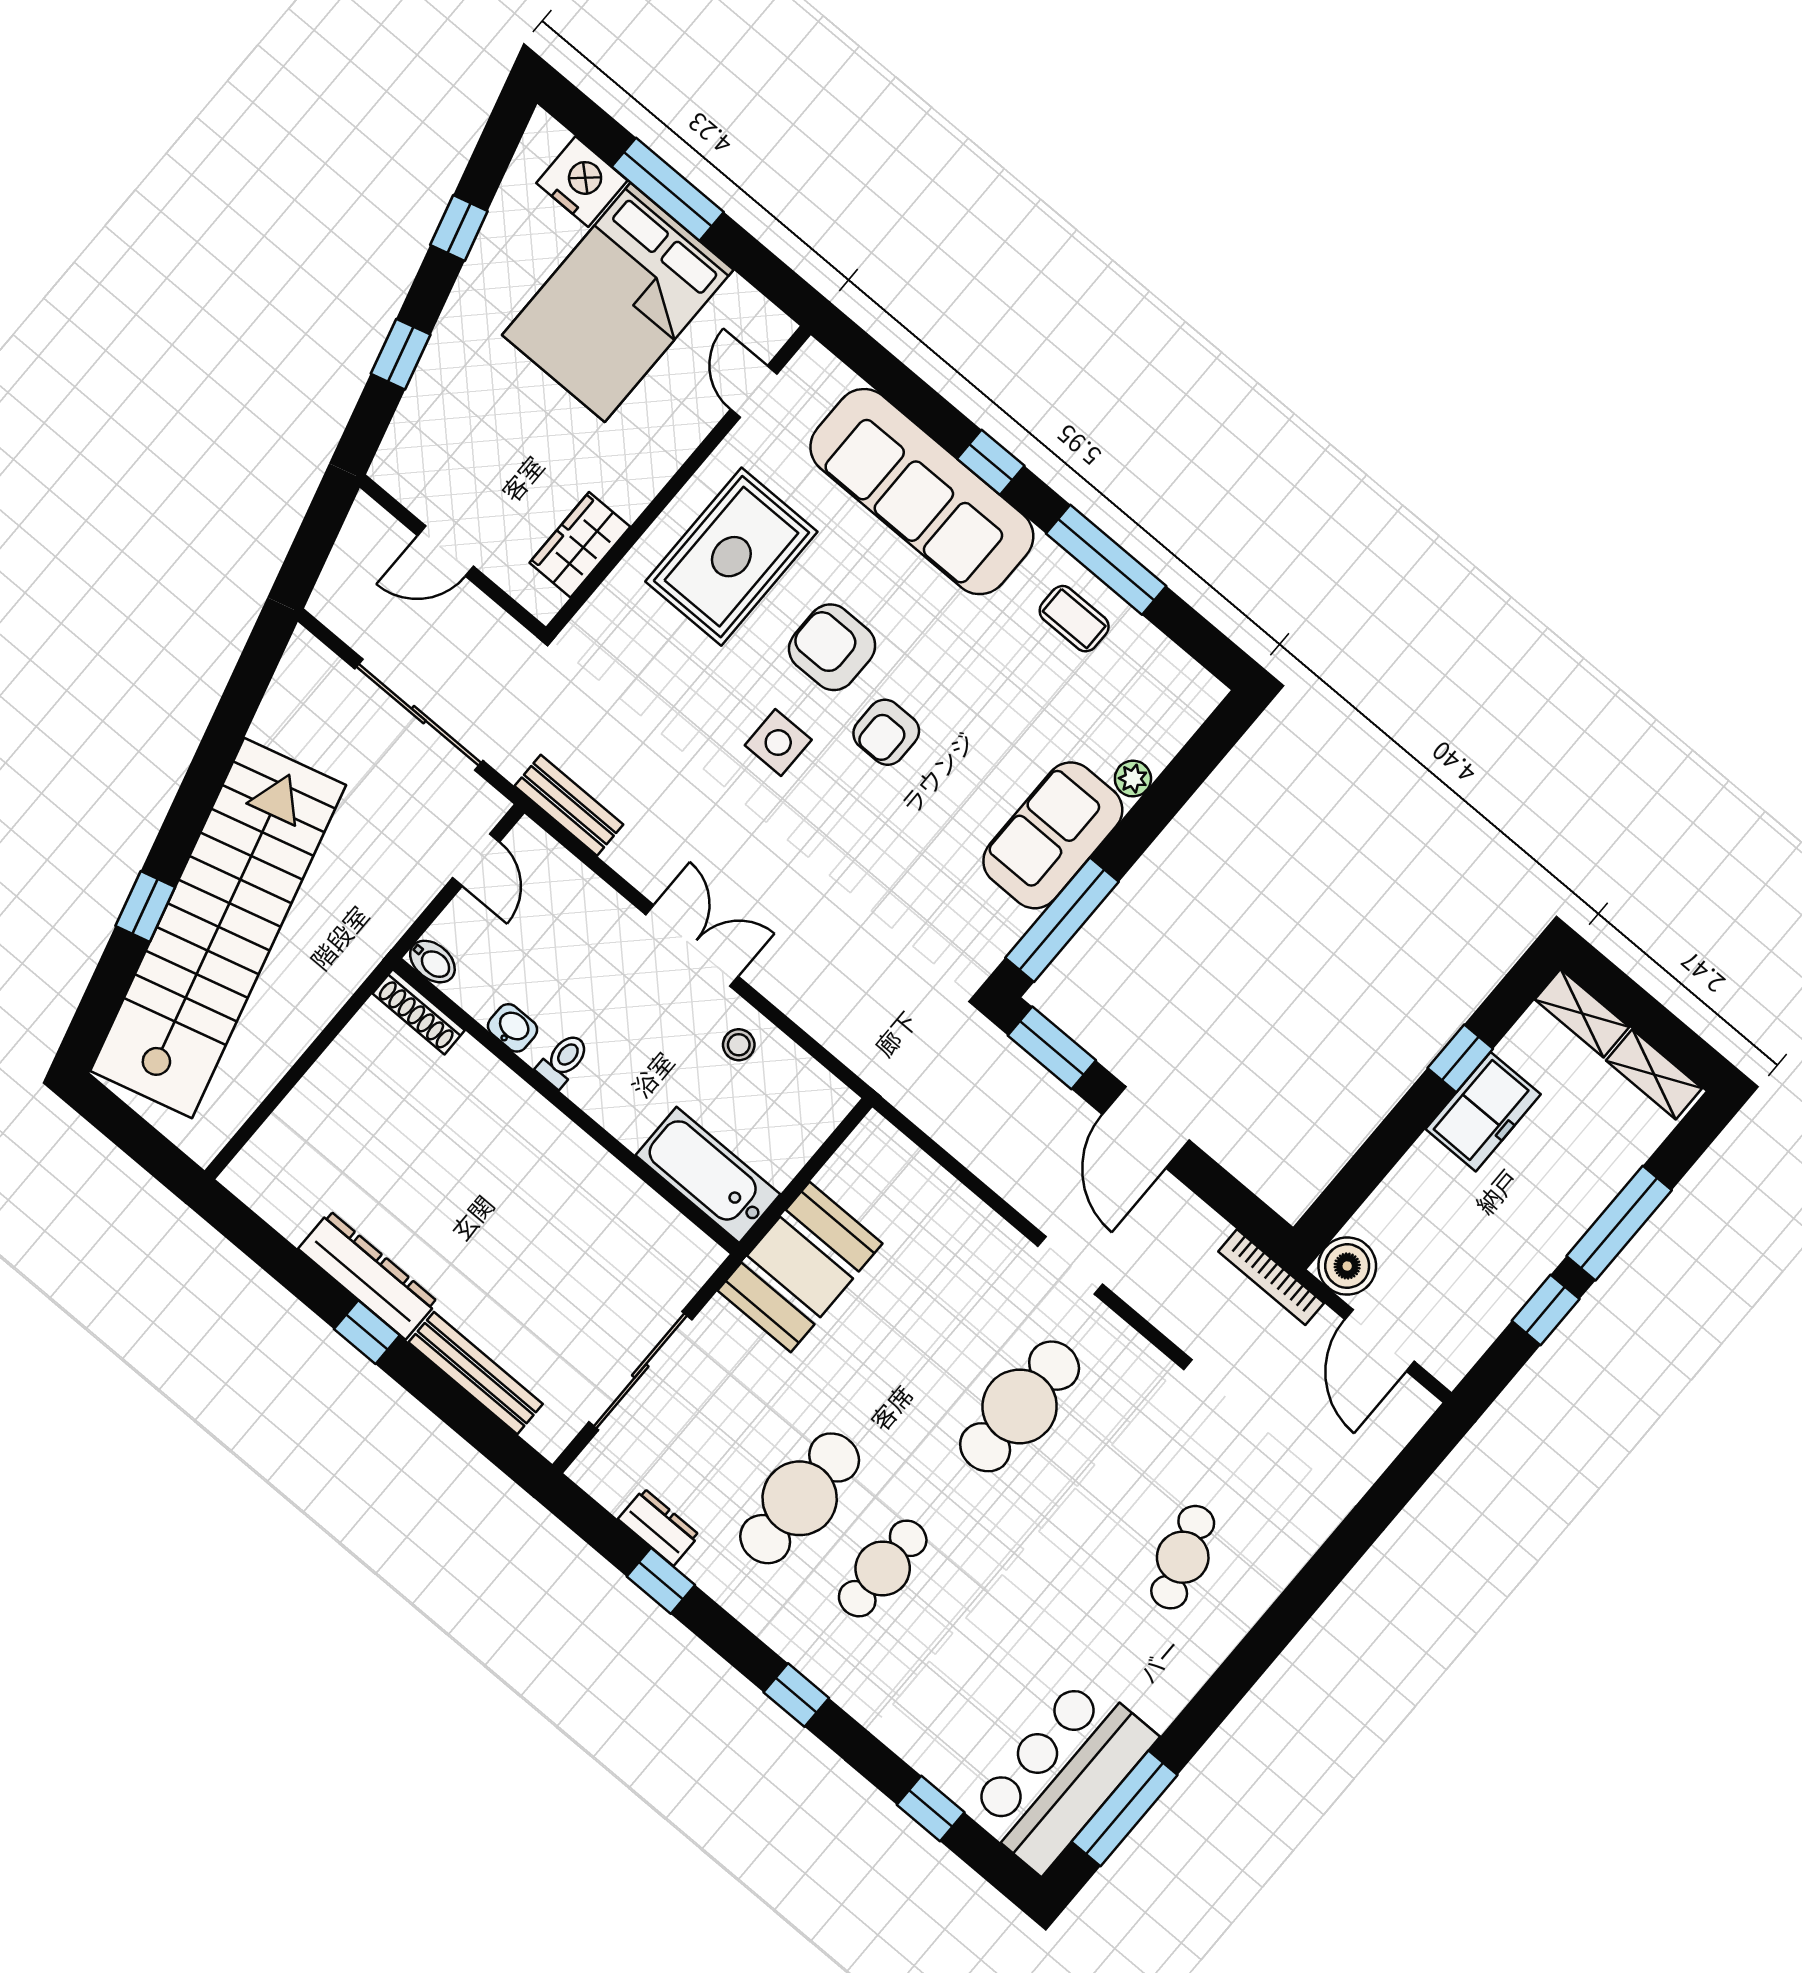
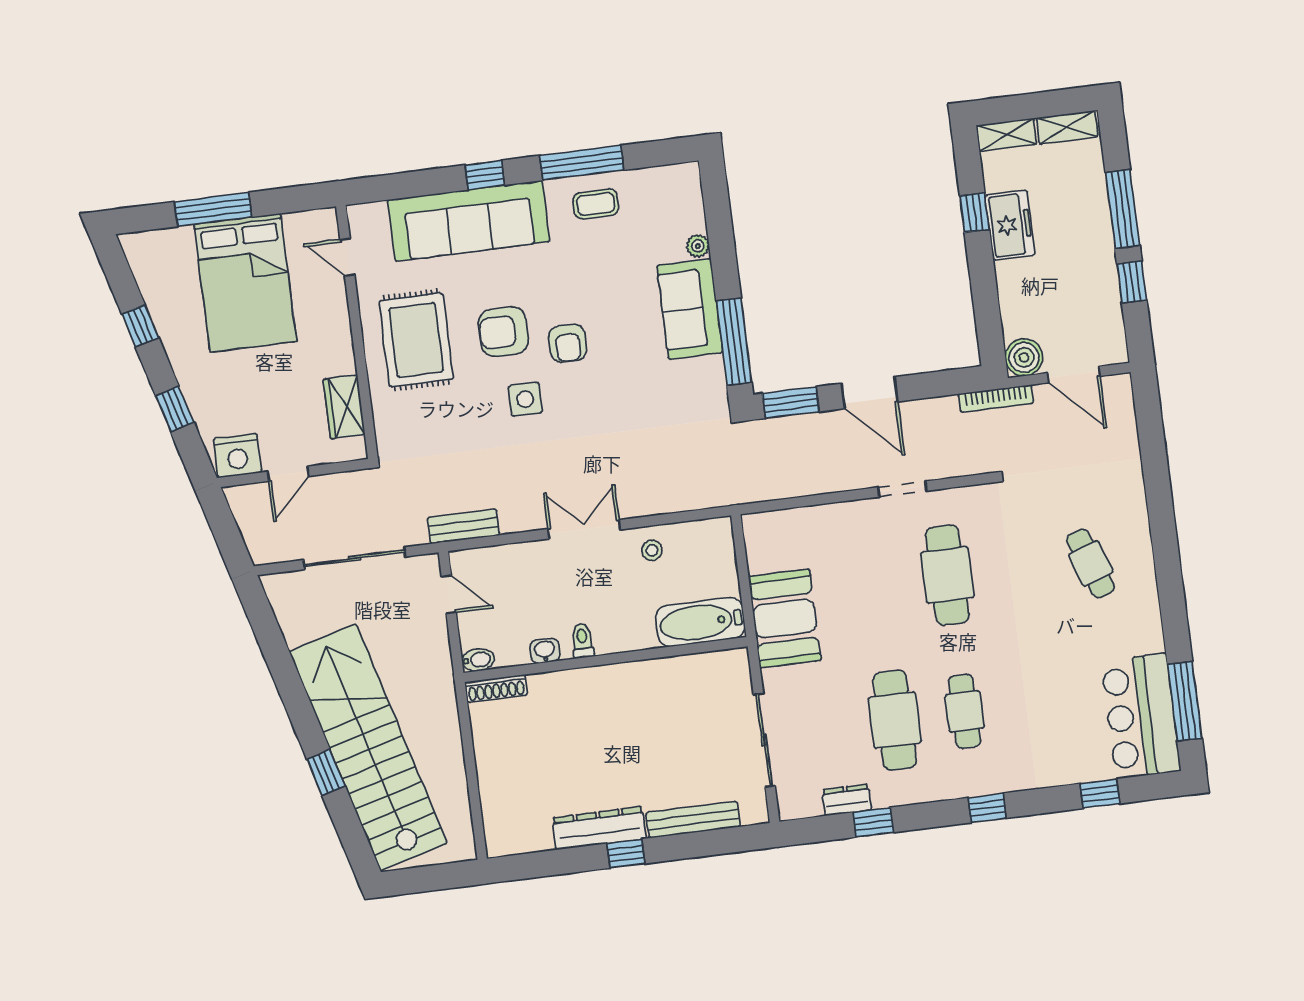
nightstand: (582, 182) -> (237, 456), moved, turned 180

